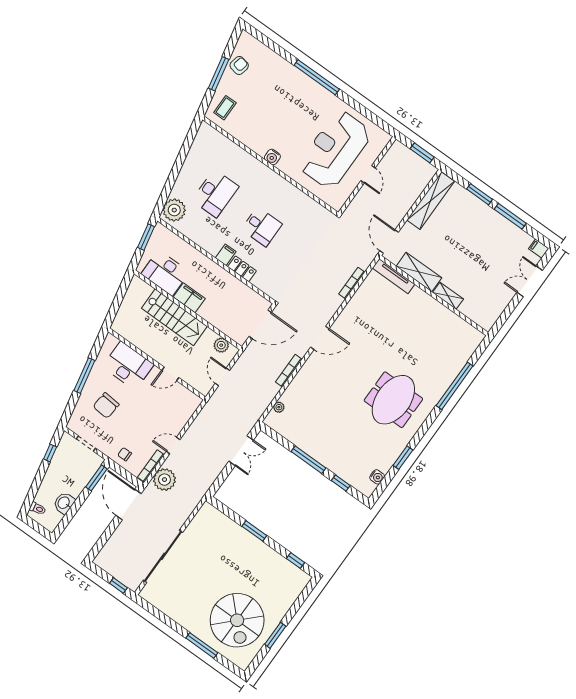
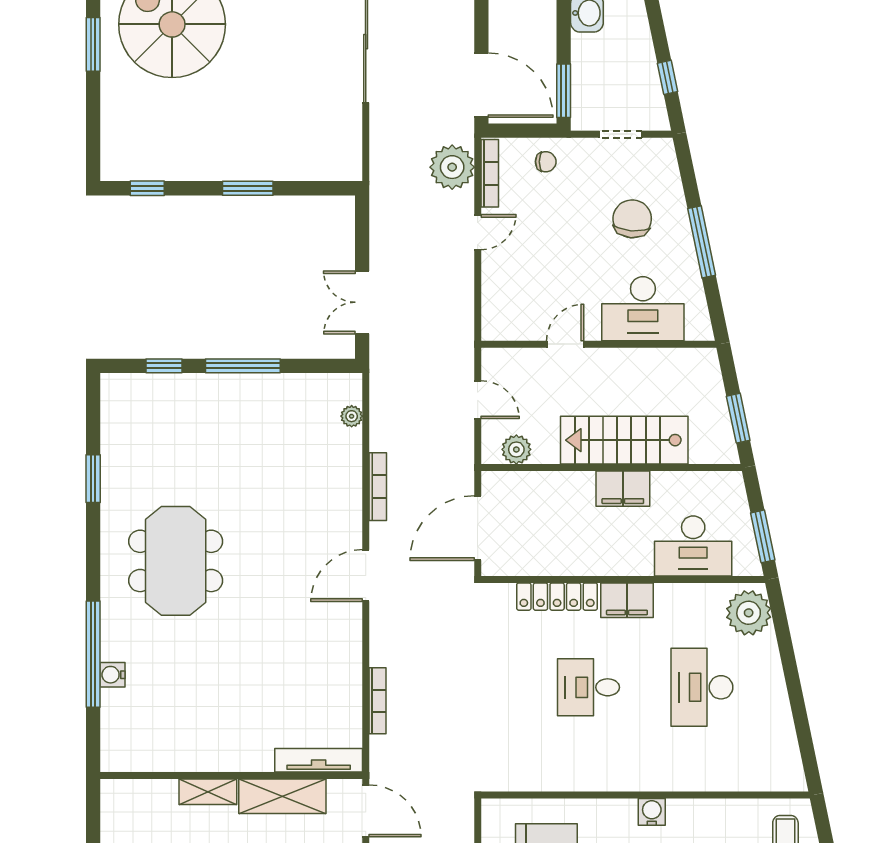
filing cabinet: (226, 255) -> (627, 600), width x2.00
locker: (242, 269) -> (557, 597), width x1.53
desk: (165, 273) -> (693, 546), moved, turned 180
window: (121, 293) -> (738, 418), added
water cooler: (377, 477) -> (113, 675), moved

